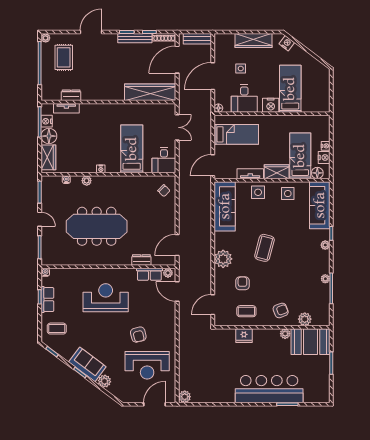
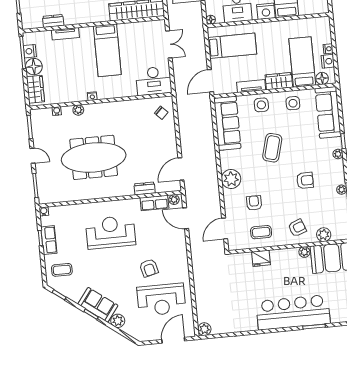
tv unit: (66, 108) -> (65, 34), moved
bed: (132, 149) -> (107, 50), moved, turned 180
desk: (164, 160) -> (154, 81), width x1.37
coffee table: (264, 248) -> (272, 148), moved
armchair: (292, 267) -> (305, 180), added

